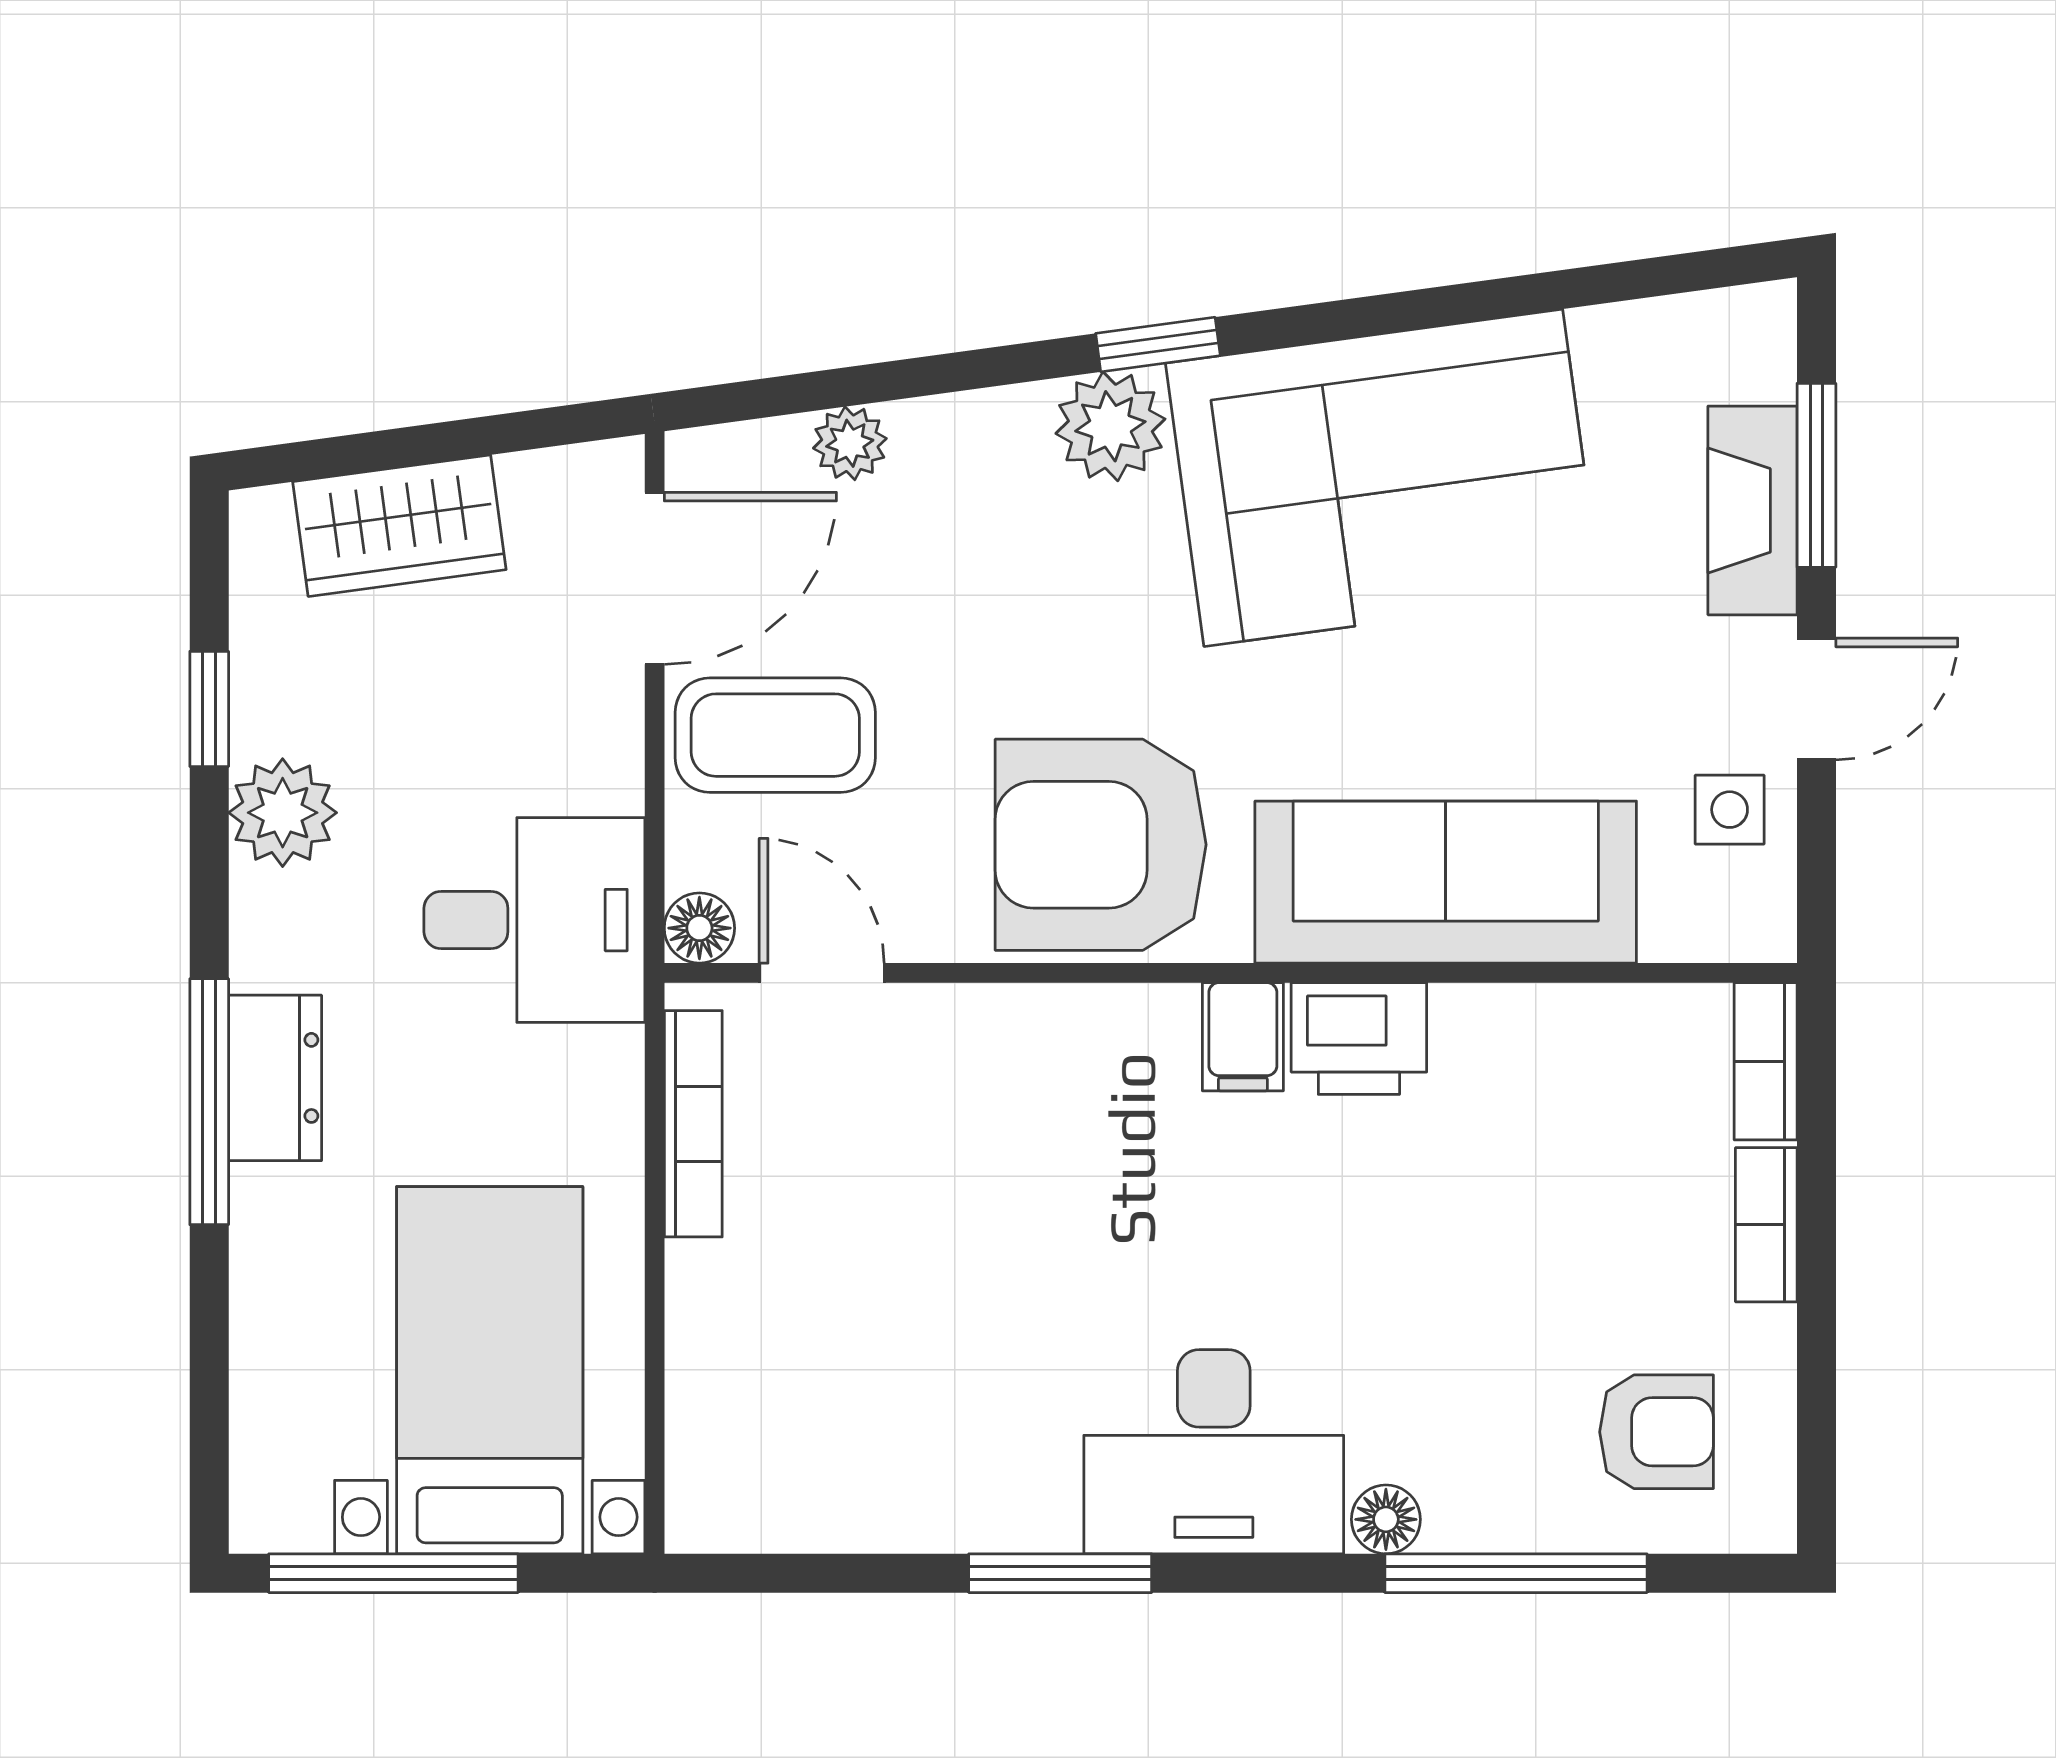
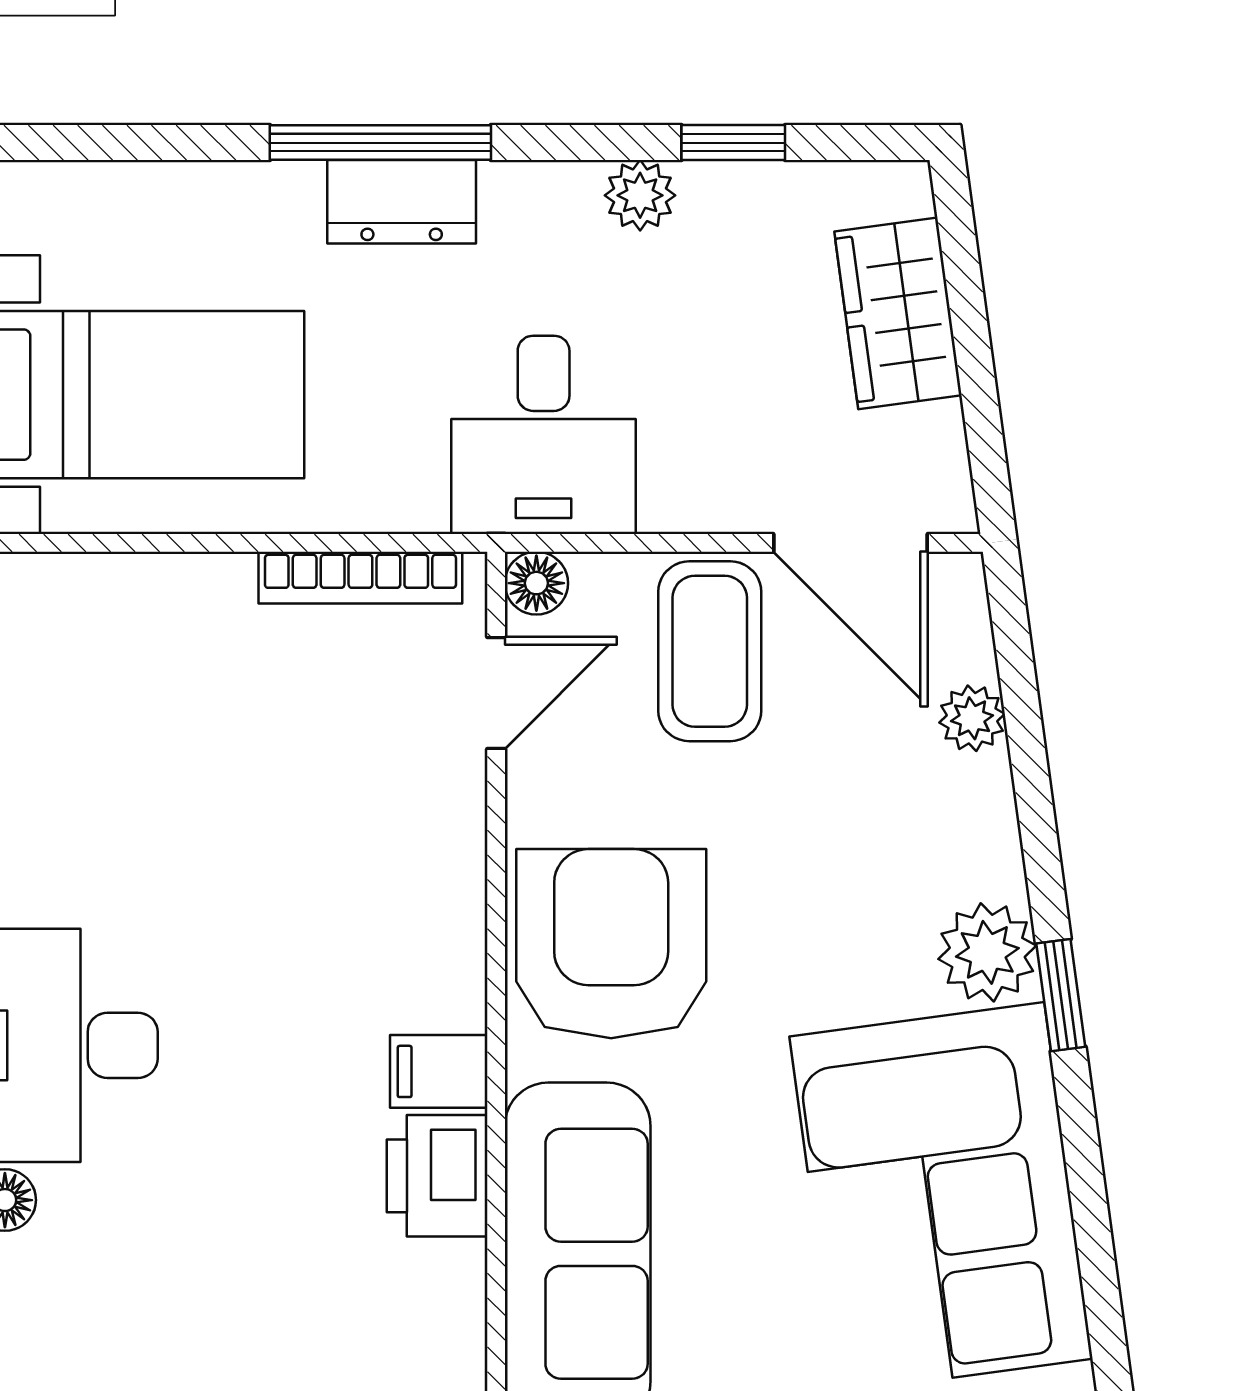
plant: (283, 813) -> (640, 195), width x0.73, depth x0.73

